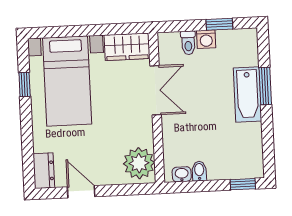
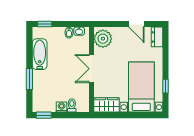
window: (219, 24) -> (44, 115), moved
double door: (156, 90) -> (92, 69), moved
bathtub: (247, 94) -> (40, 54), moved

